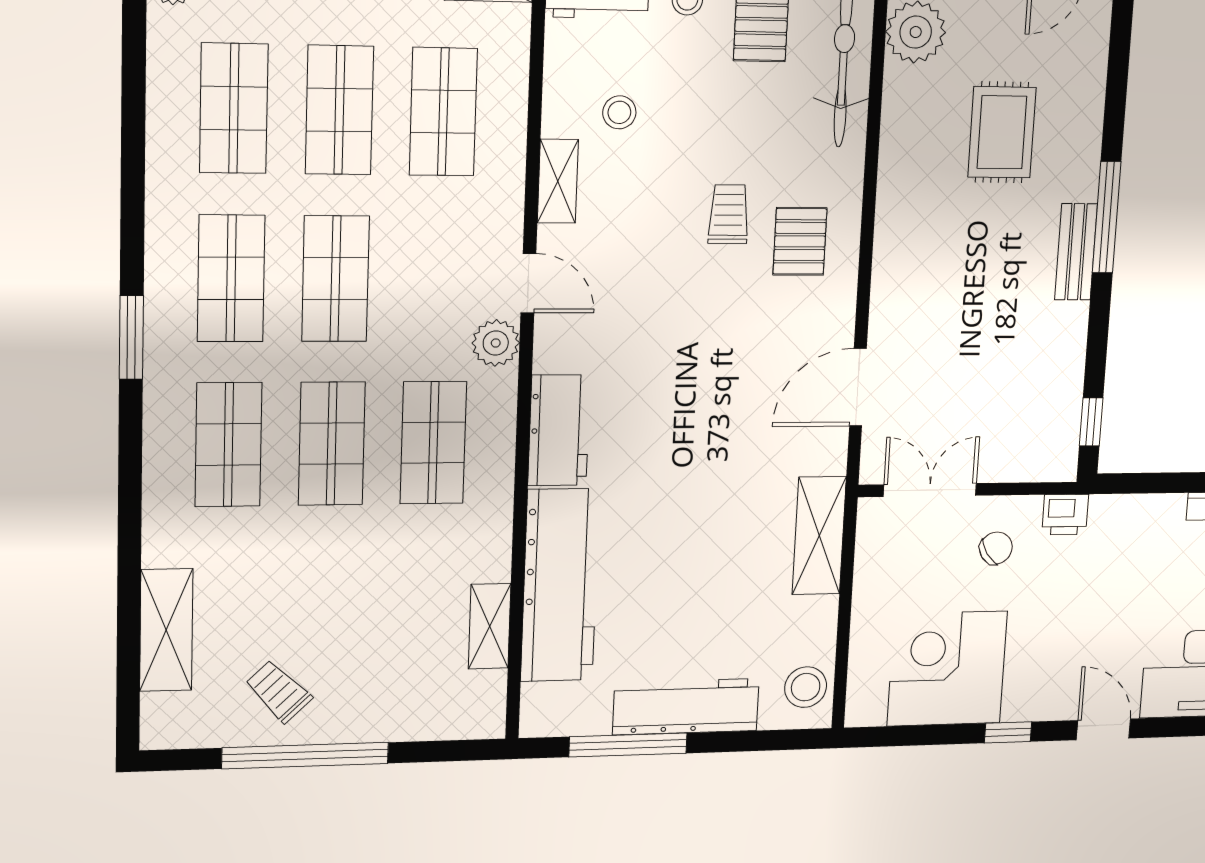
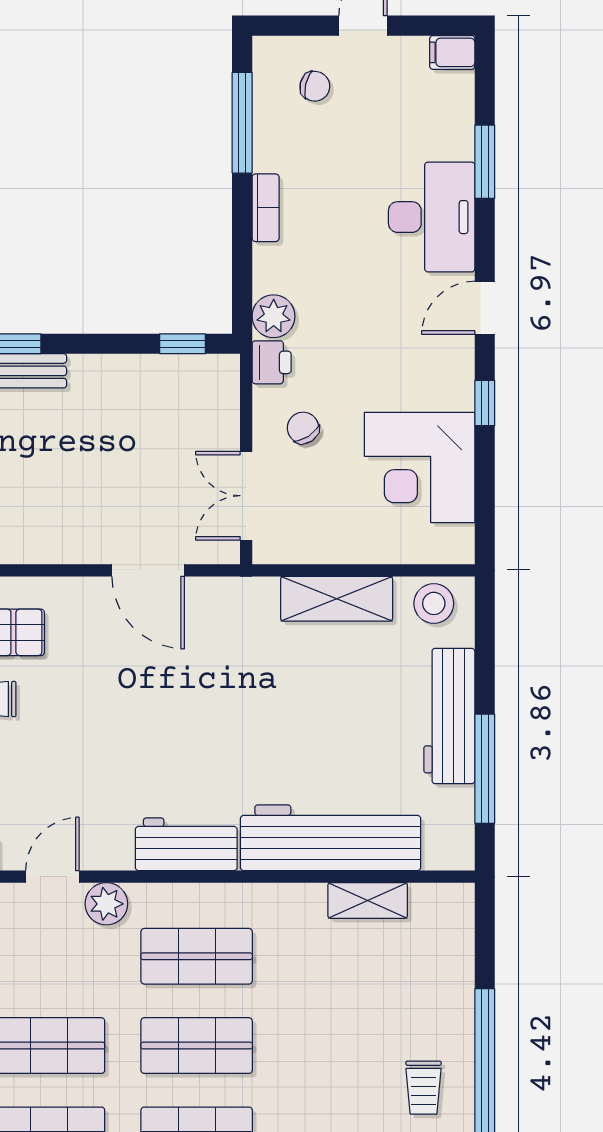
plant: (1112, 516) -> (274, 316), added
shelving: (819, 536) -> (337, 599), moved
trolley: (279, 691) -> (424, 1088), turned -46

